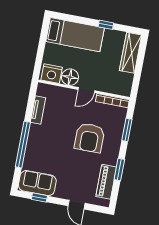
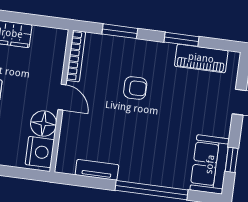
armchair: (90, 138) -> (135, 88), width x0.53, depth x0.53

